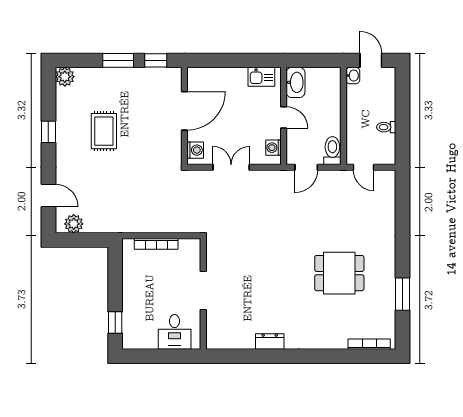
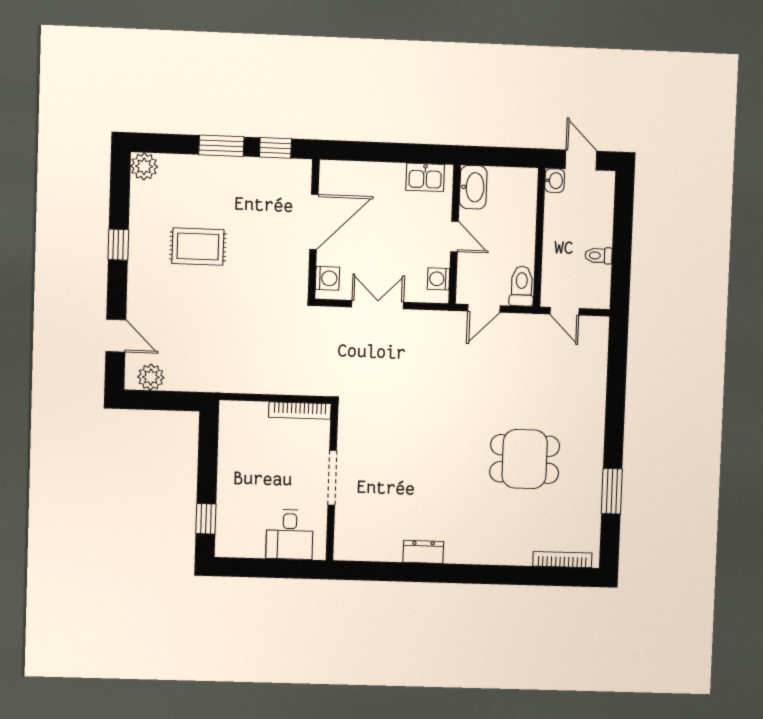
rug: (104, 131) -> (198, 247), turned 90
bookcase: (156, 244) -> (300, 411), moved

